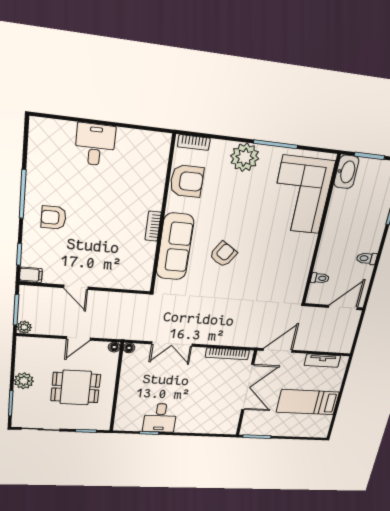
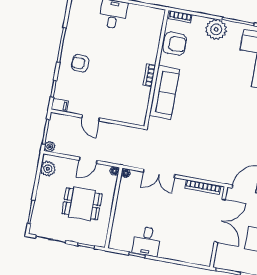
armchair: (223, 254) -> (200, 101), removed
plant: (24, 381) -> (48, 169), moved

